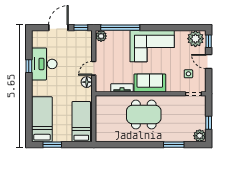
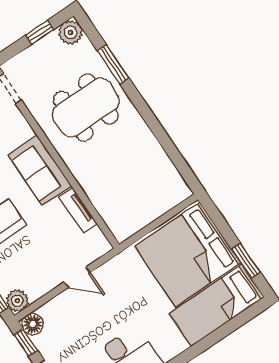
floor lamp: (87, 82) -> (33, 324), moved
dining table: (144, 115) -> (86, 108), moved, turned 90
bed: (81, 122) -> (188, 255), width x2.04

